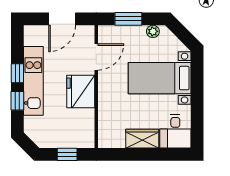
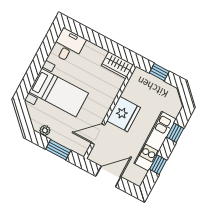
window: (17, 73) -> (158, 165), moved
wardrobe: (142, 139) -> (117, 65), moved

